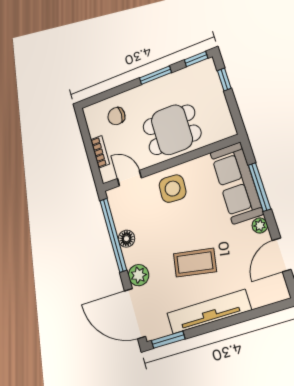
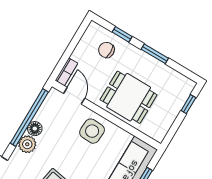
window: (196, 59) -> (122, 34), moved
bookcase: (100, 152) -> (66, 72), moved
plant: (139, 275) -> (27, 144), moved

